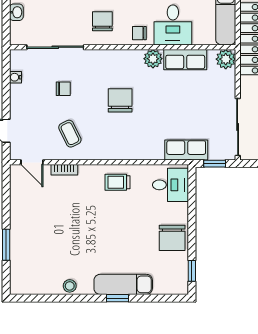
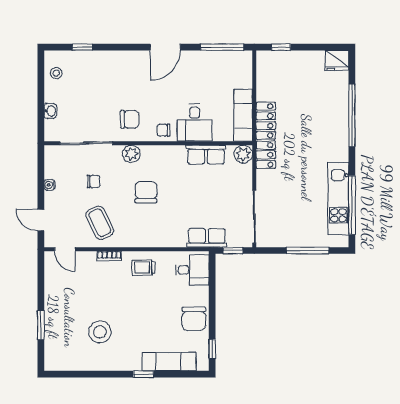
chair: (102, 21) -> (130, 119), turned 90
plant: (153, 59) -> (131, 154), moved
water cooler: (15, 77) -> (50, 185), moved
coffee table: (70, 134) -> (100, 223), width x1.36, depth x1.30
bookcase: (64, 170) -> (109, 256), moved
exam couch: (123, 284) -> (169, 362), moved
stool: (70, 286) -> (100, 332), moved, width x1.89, depth x1.89

